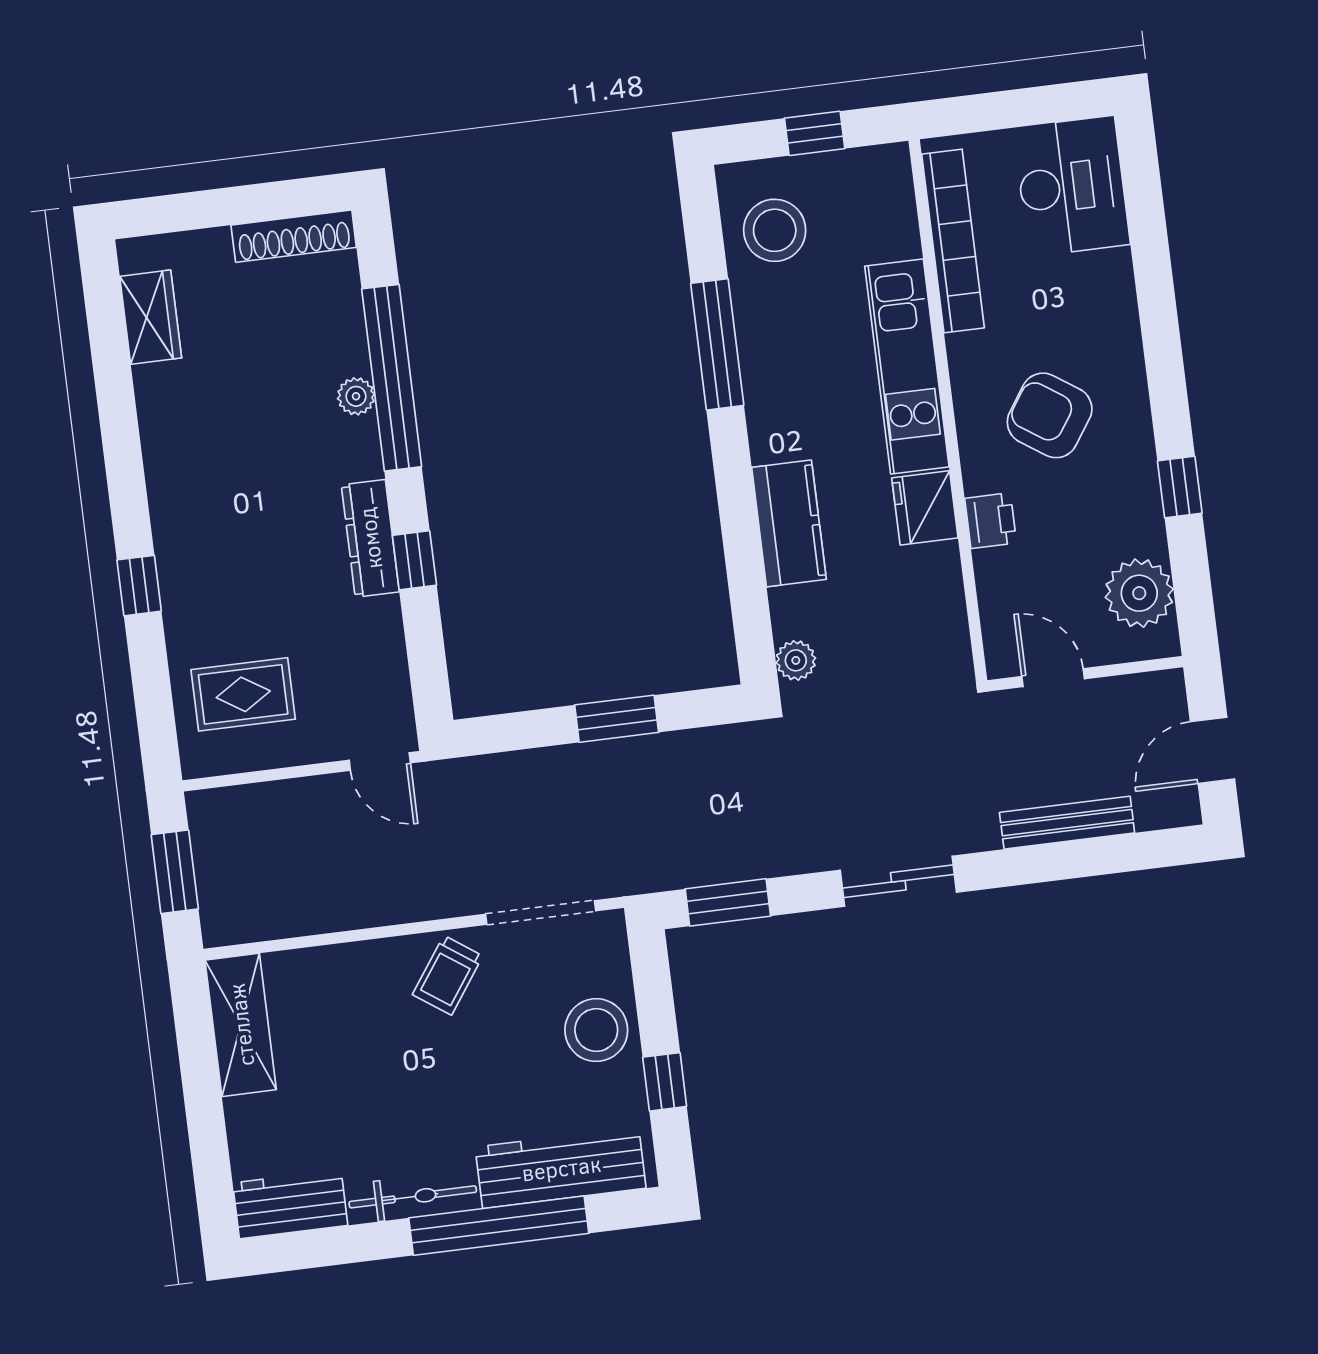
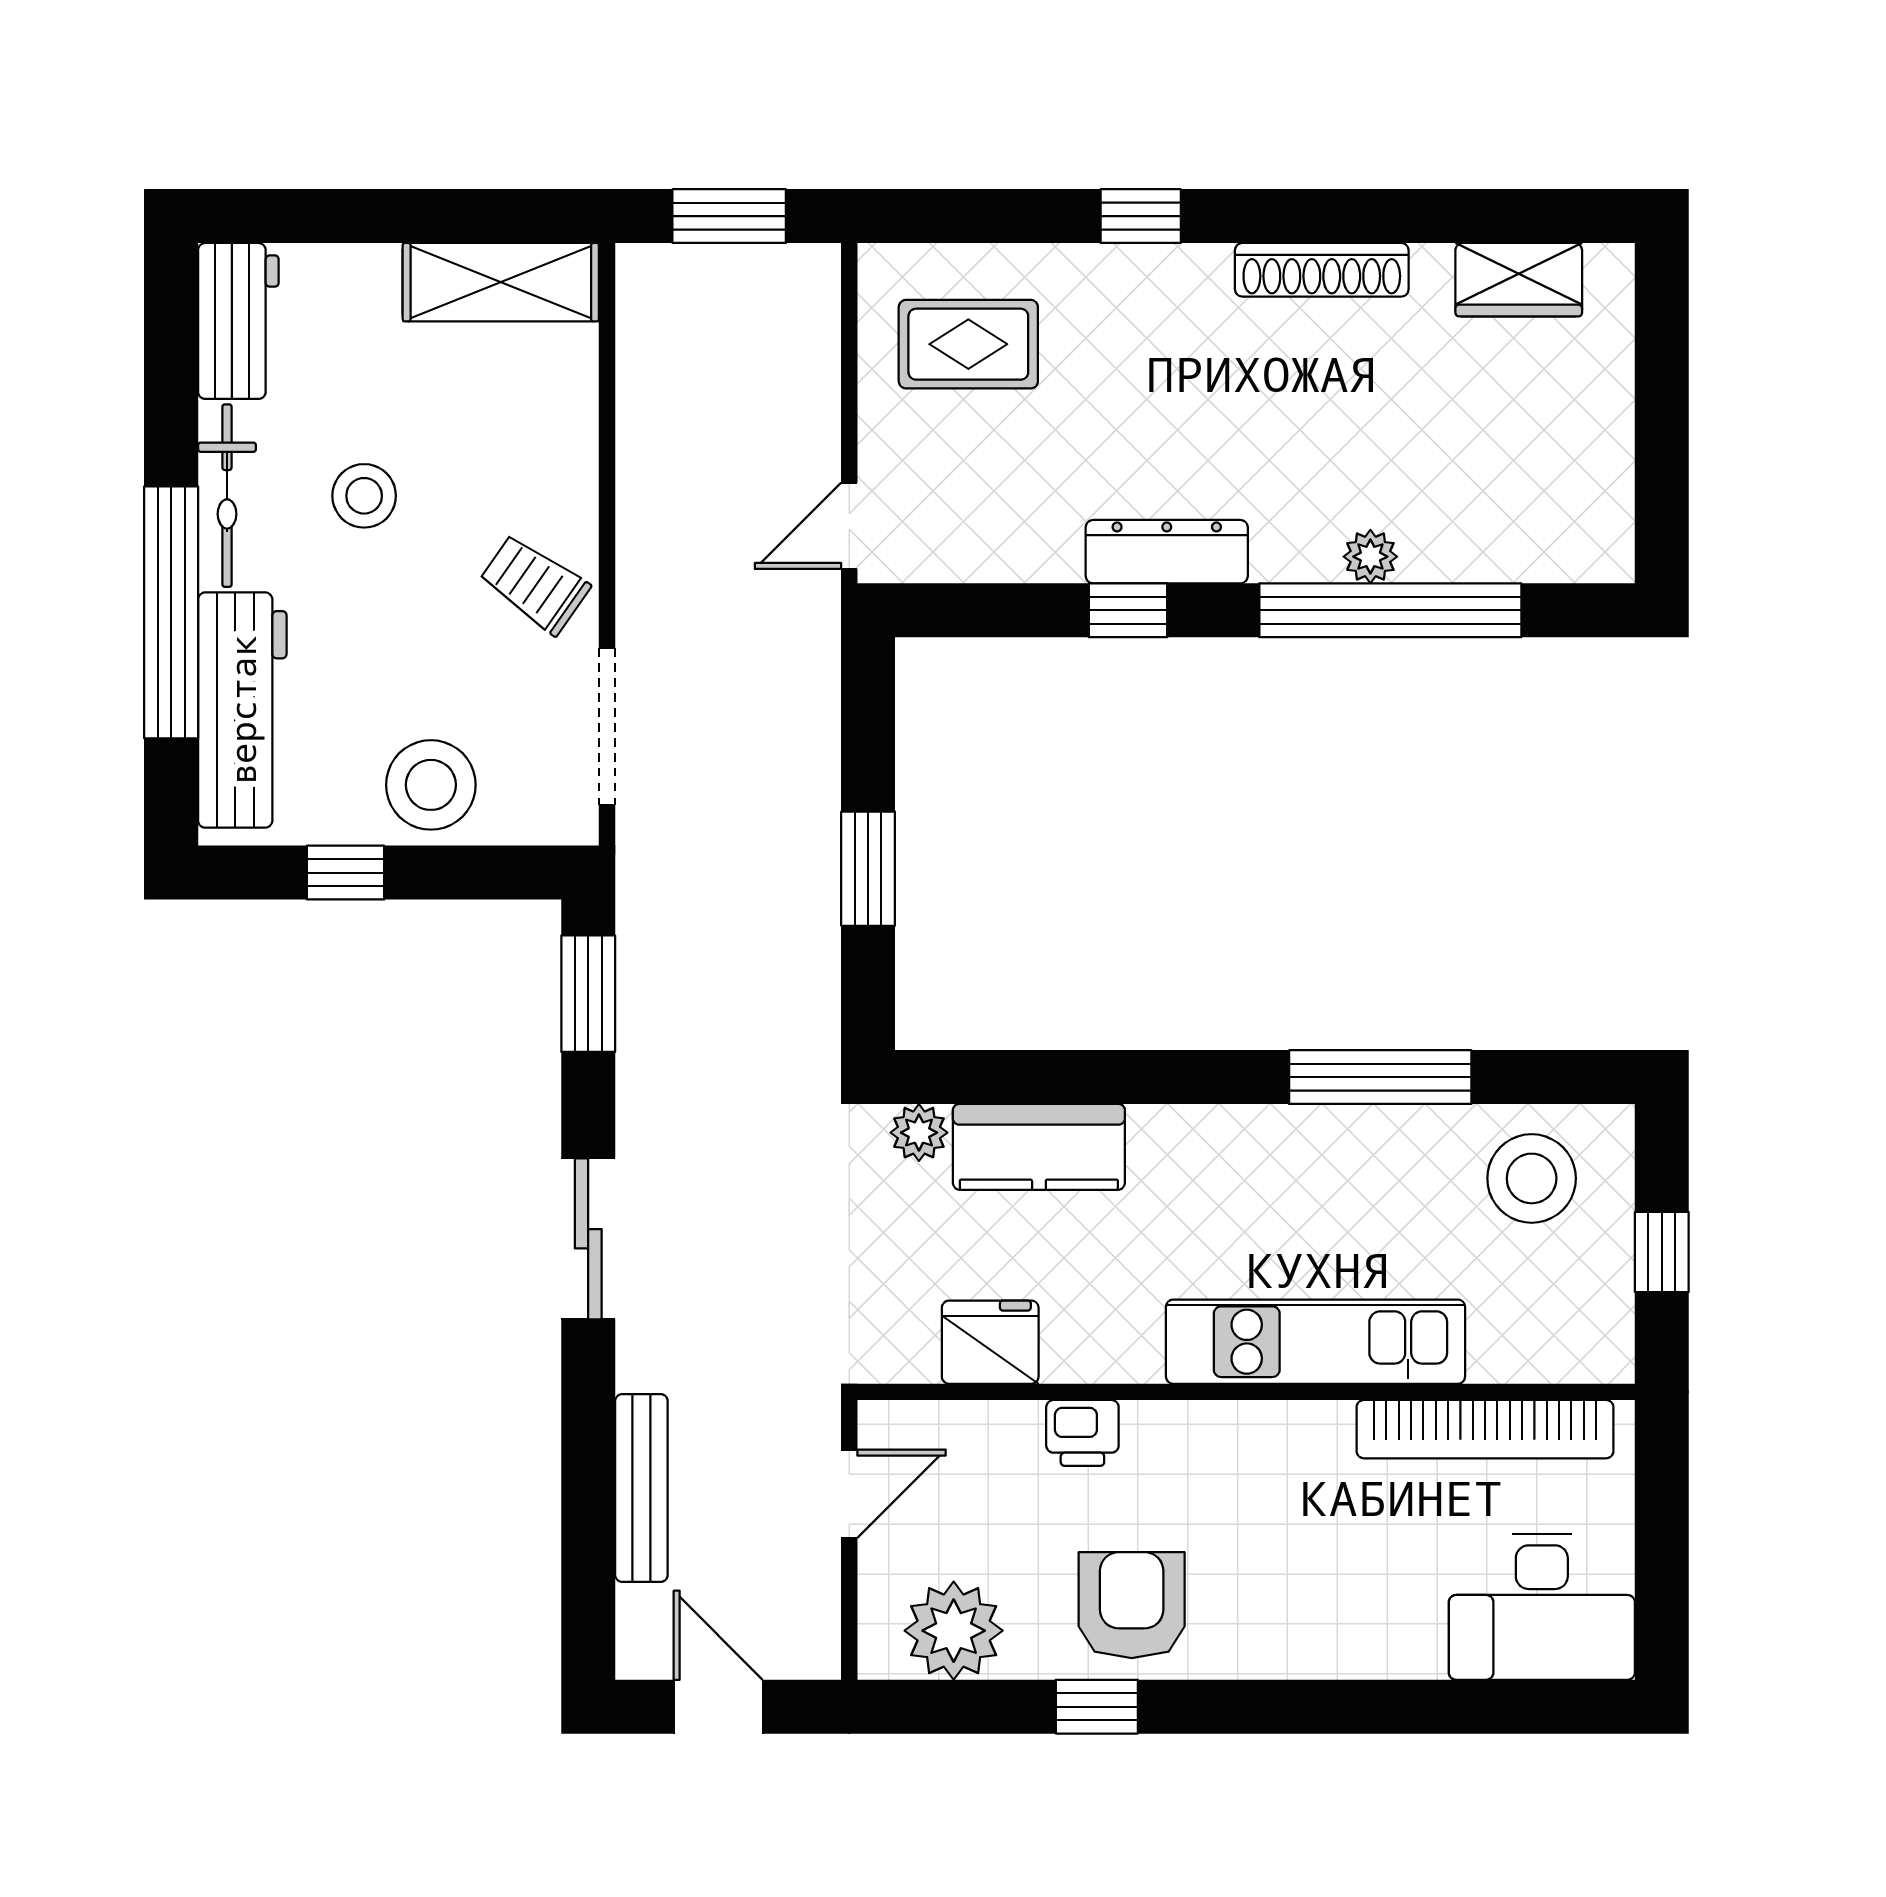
shoe rack: (294, 236) -> (1322, 270), moved, turned -90
armchair: (1050, 415) -> (1132, 1605), moved, turned -34
fridge: (925, 508) -> (990, 1342), moved
kitchen counter: (789, 523) -> (1039, 1147), moved
rug: (243, 694) -> (968, 344), turned 90
stool: (401, 1102) -> (364, 496), added

